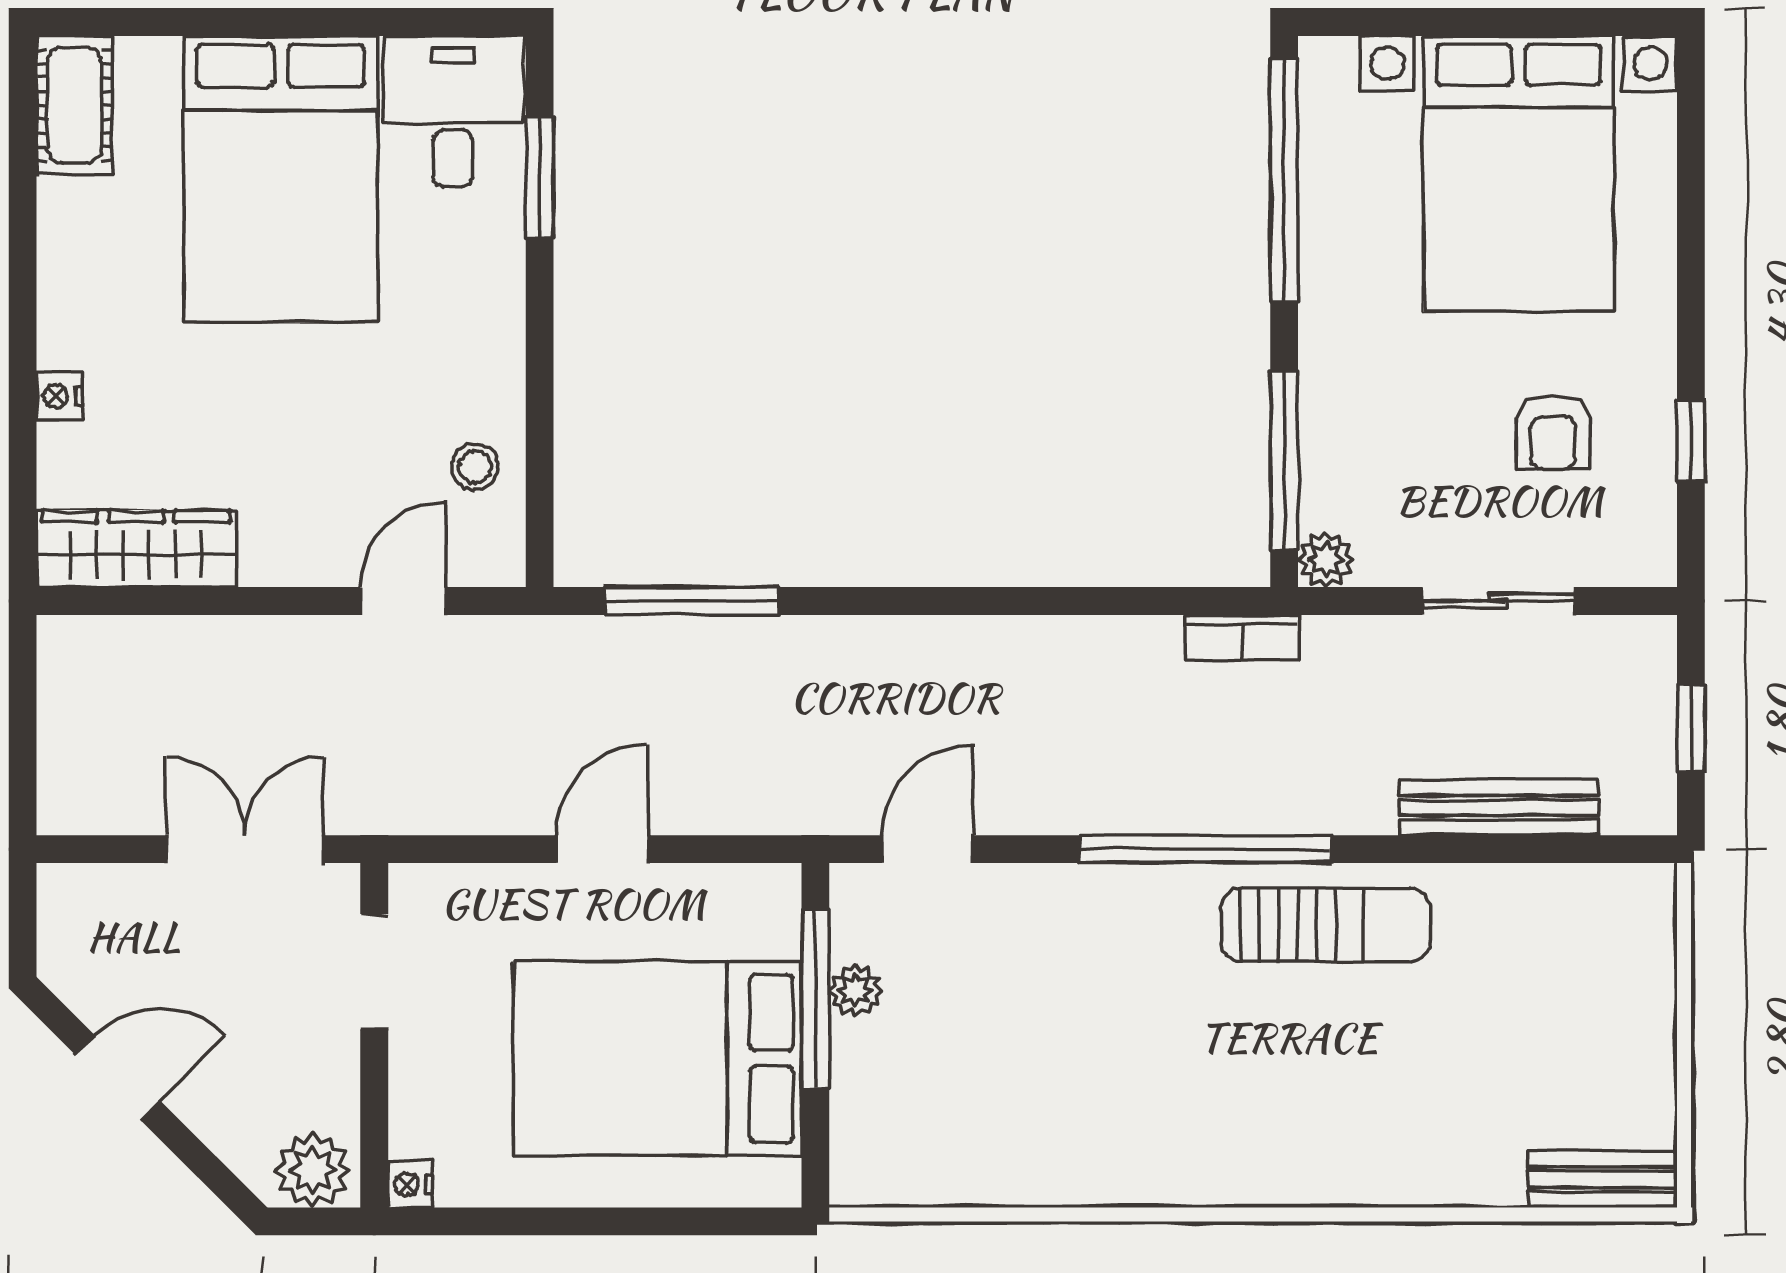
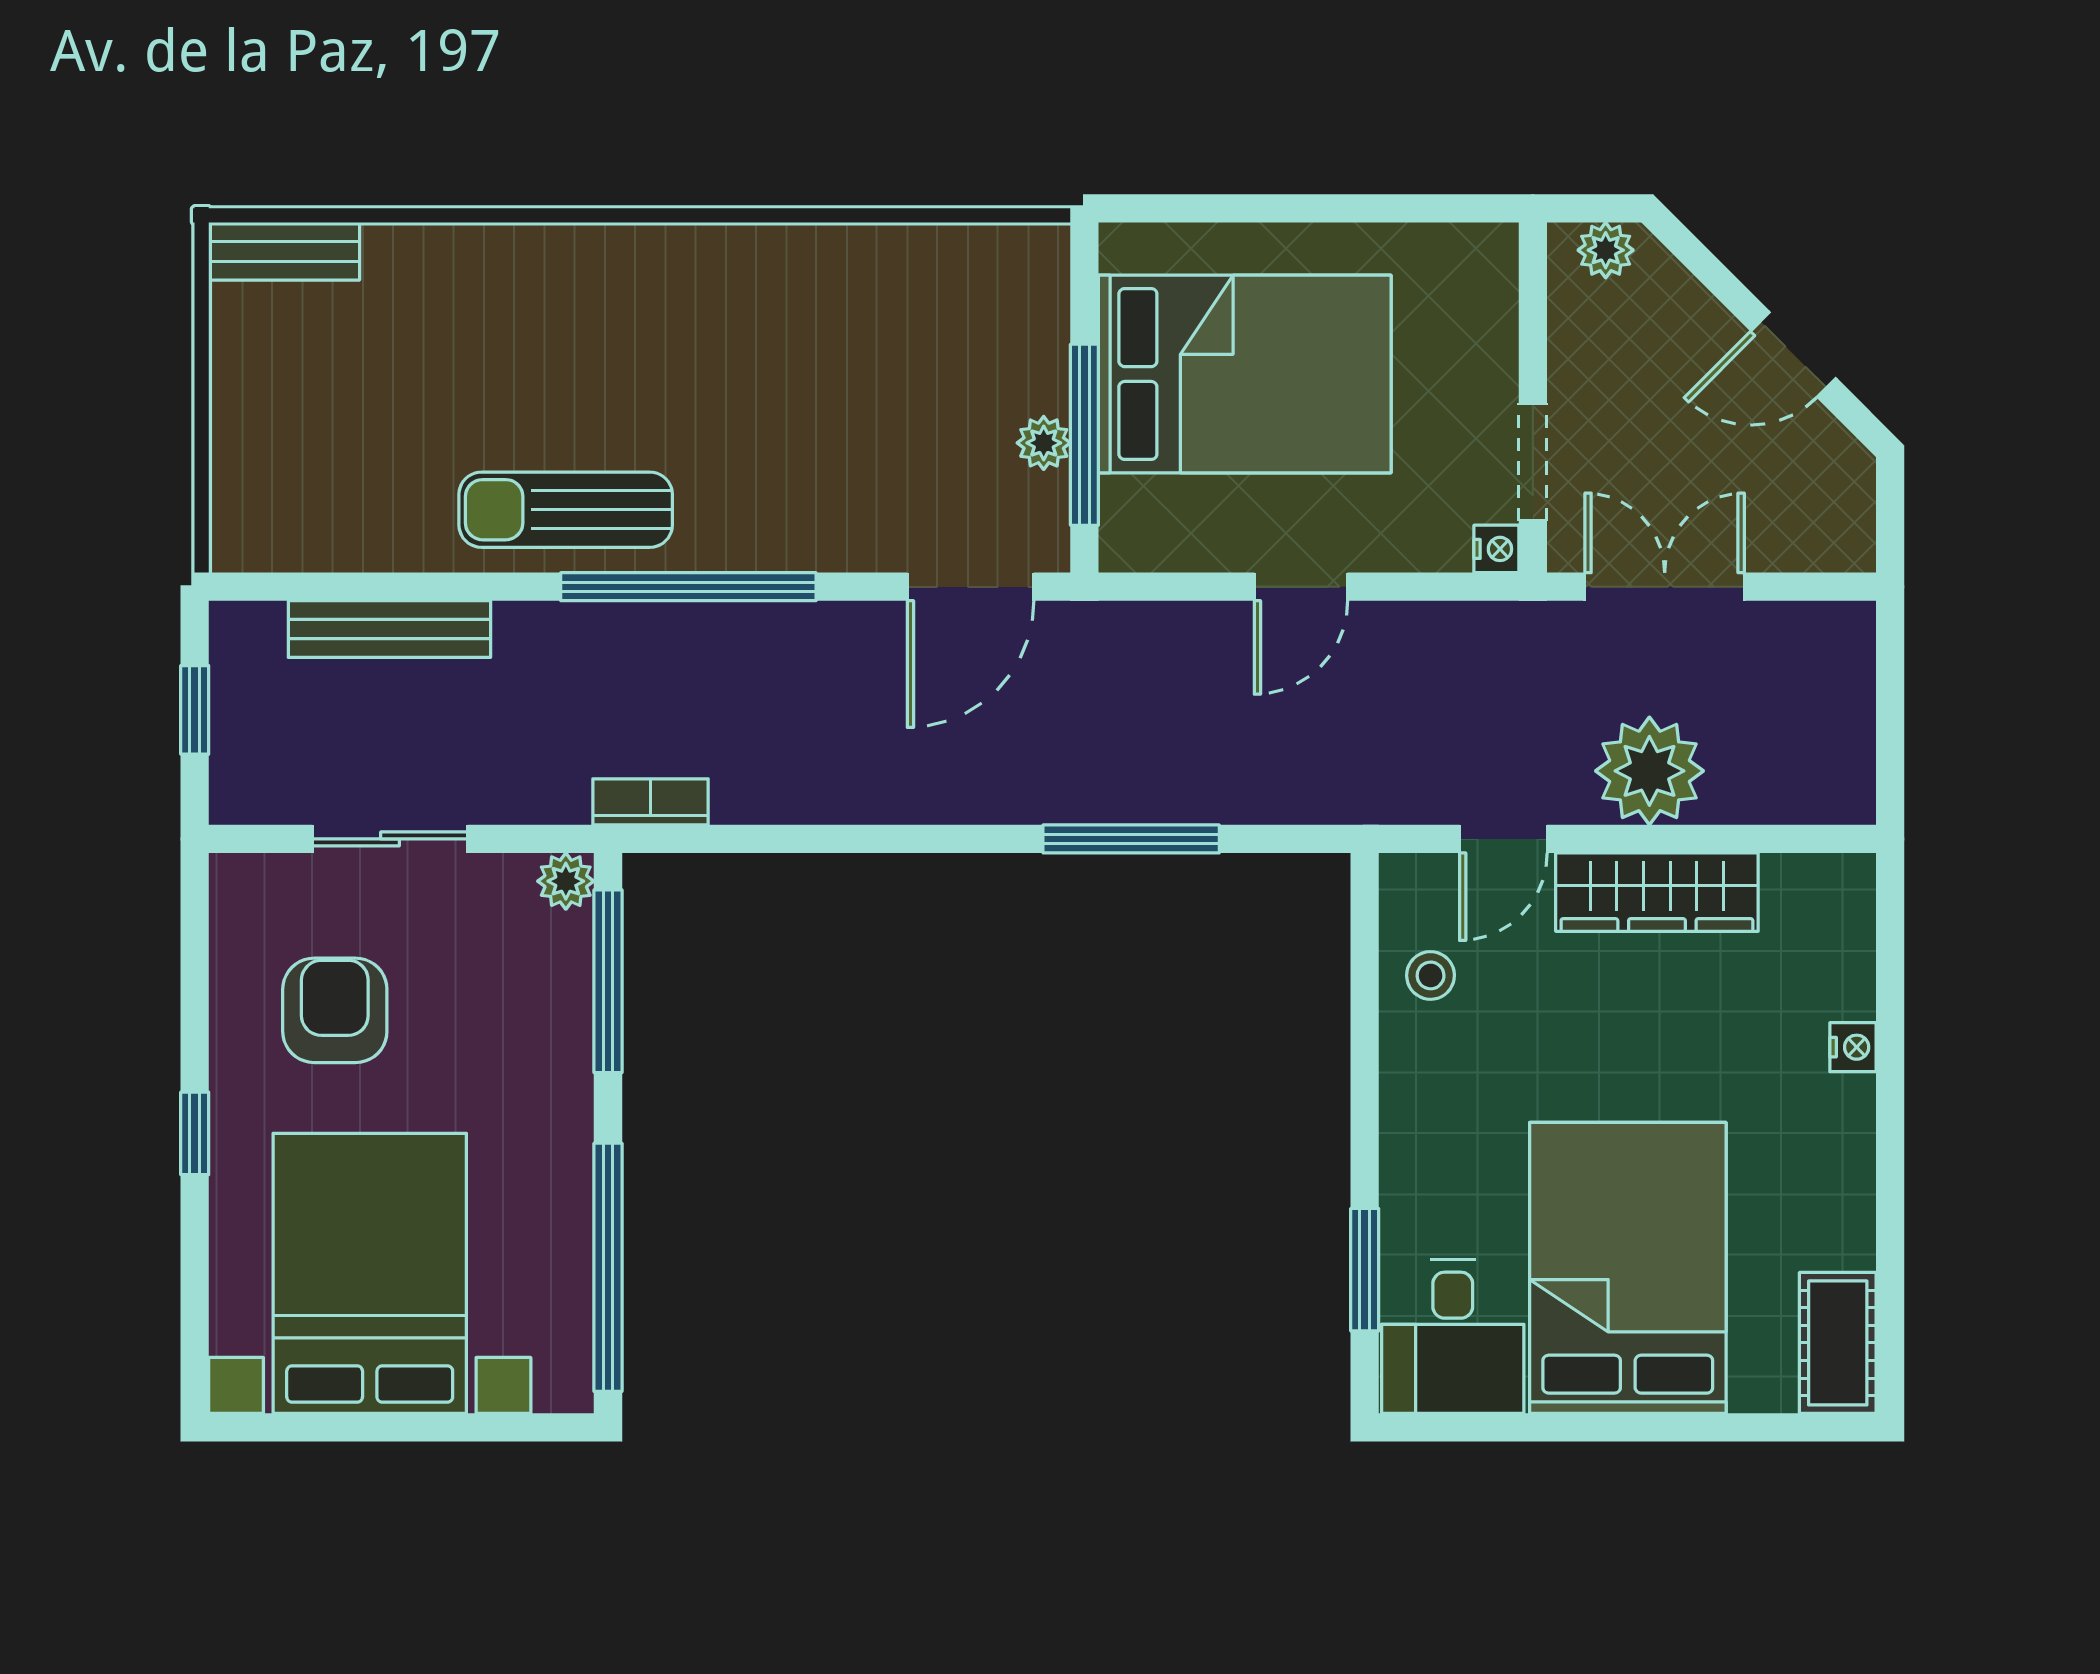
armchair: (1553, 432) -> (335, 1010), width x1.38, depth x1.38
window: (1691, 441) -> (195, 1133), moved
wardrobe: (136, 549) -> (1657, 892), moved
window: (692, 601) -> (1131, 839), moved
plant: (259, 668) -> (1649, 771), added
double door: (245, 849) -> (1665, 587), swing flipped
door: (927, 849) -> (971, 587), width x1.38
plant: (313, 1170) -> (1606, 250), width x0.73, depth x0.73
nightstand: (410, 1184) -> (1496, 549), moved

